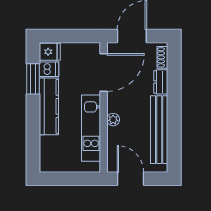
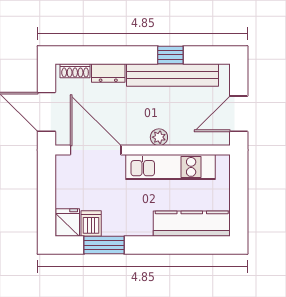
kitchen counter: (49, 106) -> (192, 224), moved
window: (174, 128) -> (170, 55), added

